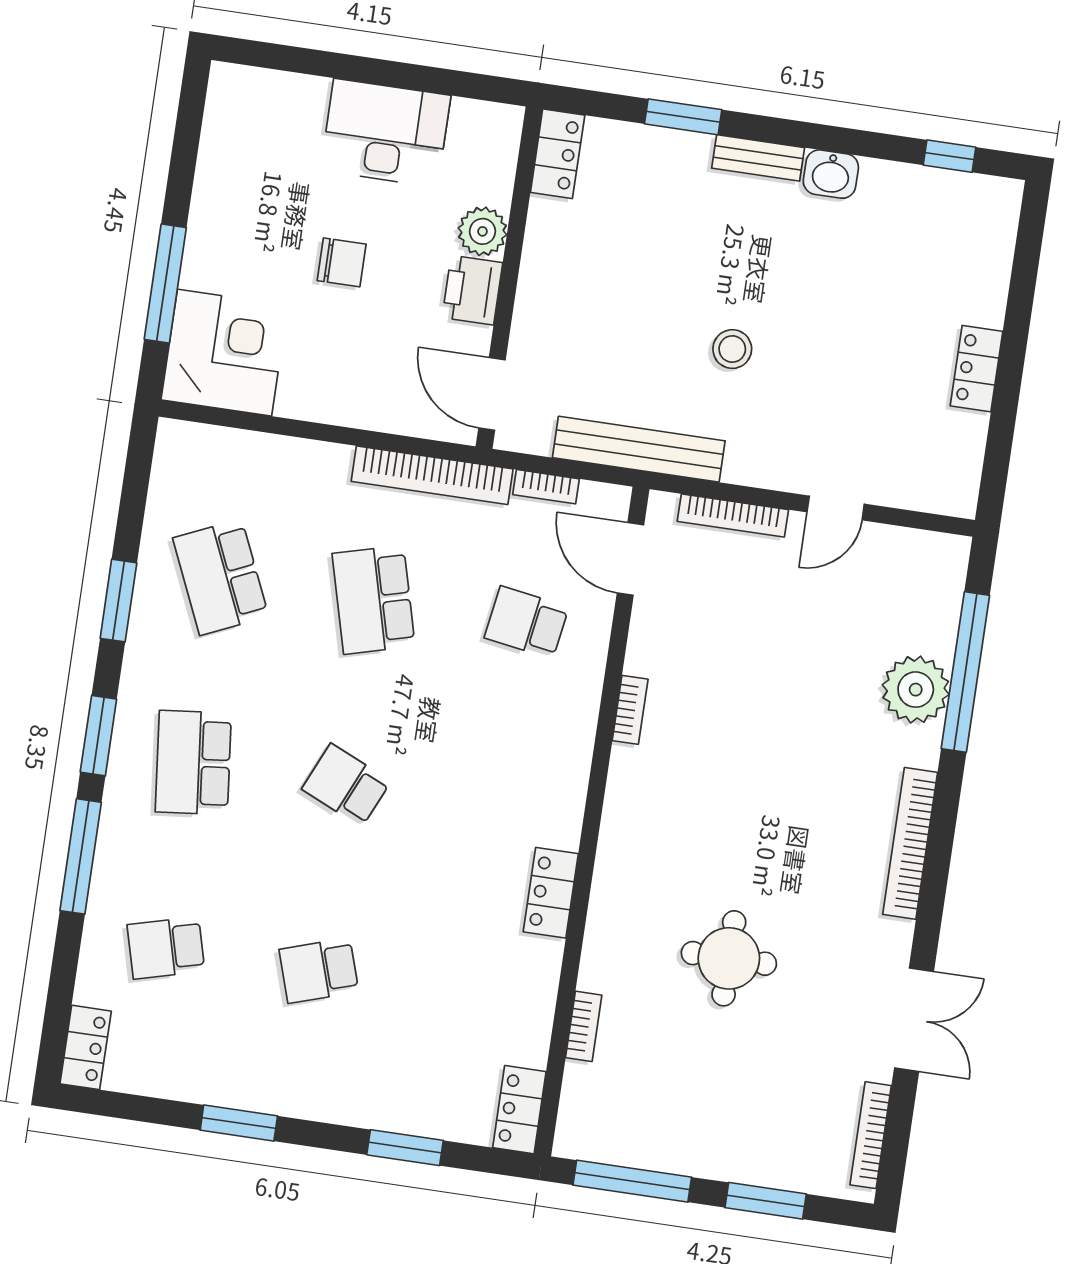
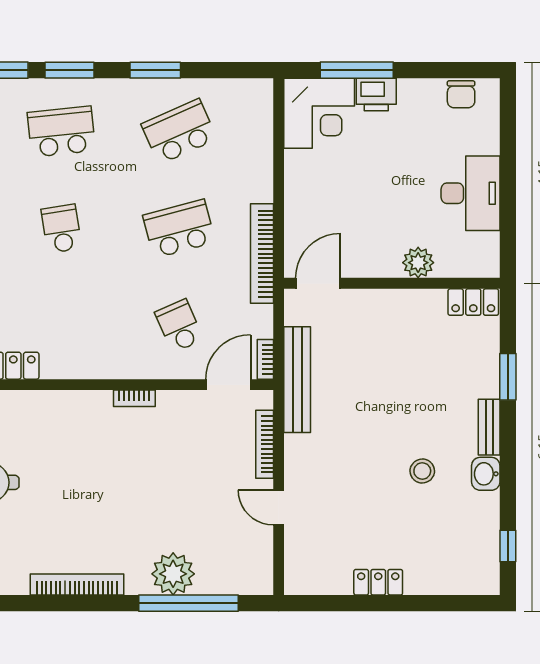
chair: (342, 262) -> (461, 94), moved
printer: (472, 290) -> (376, 95), moved, turned 180
stool: (732, 349) -> (422, 471), moved
bookcase: (546, 487) -> (265, 359), moved
school desk: (527, 622) -> (179, 326), turned -33
school desk: (346, 785) -> (61, 229), turned -33

